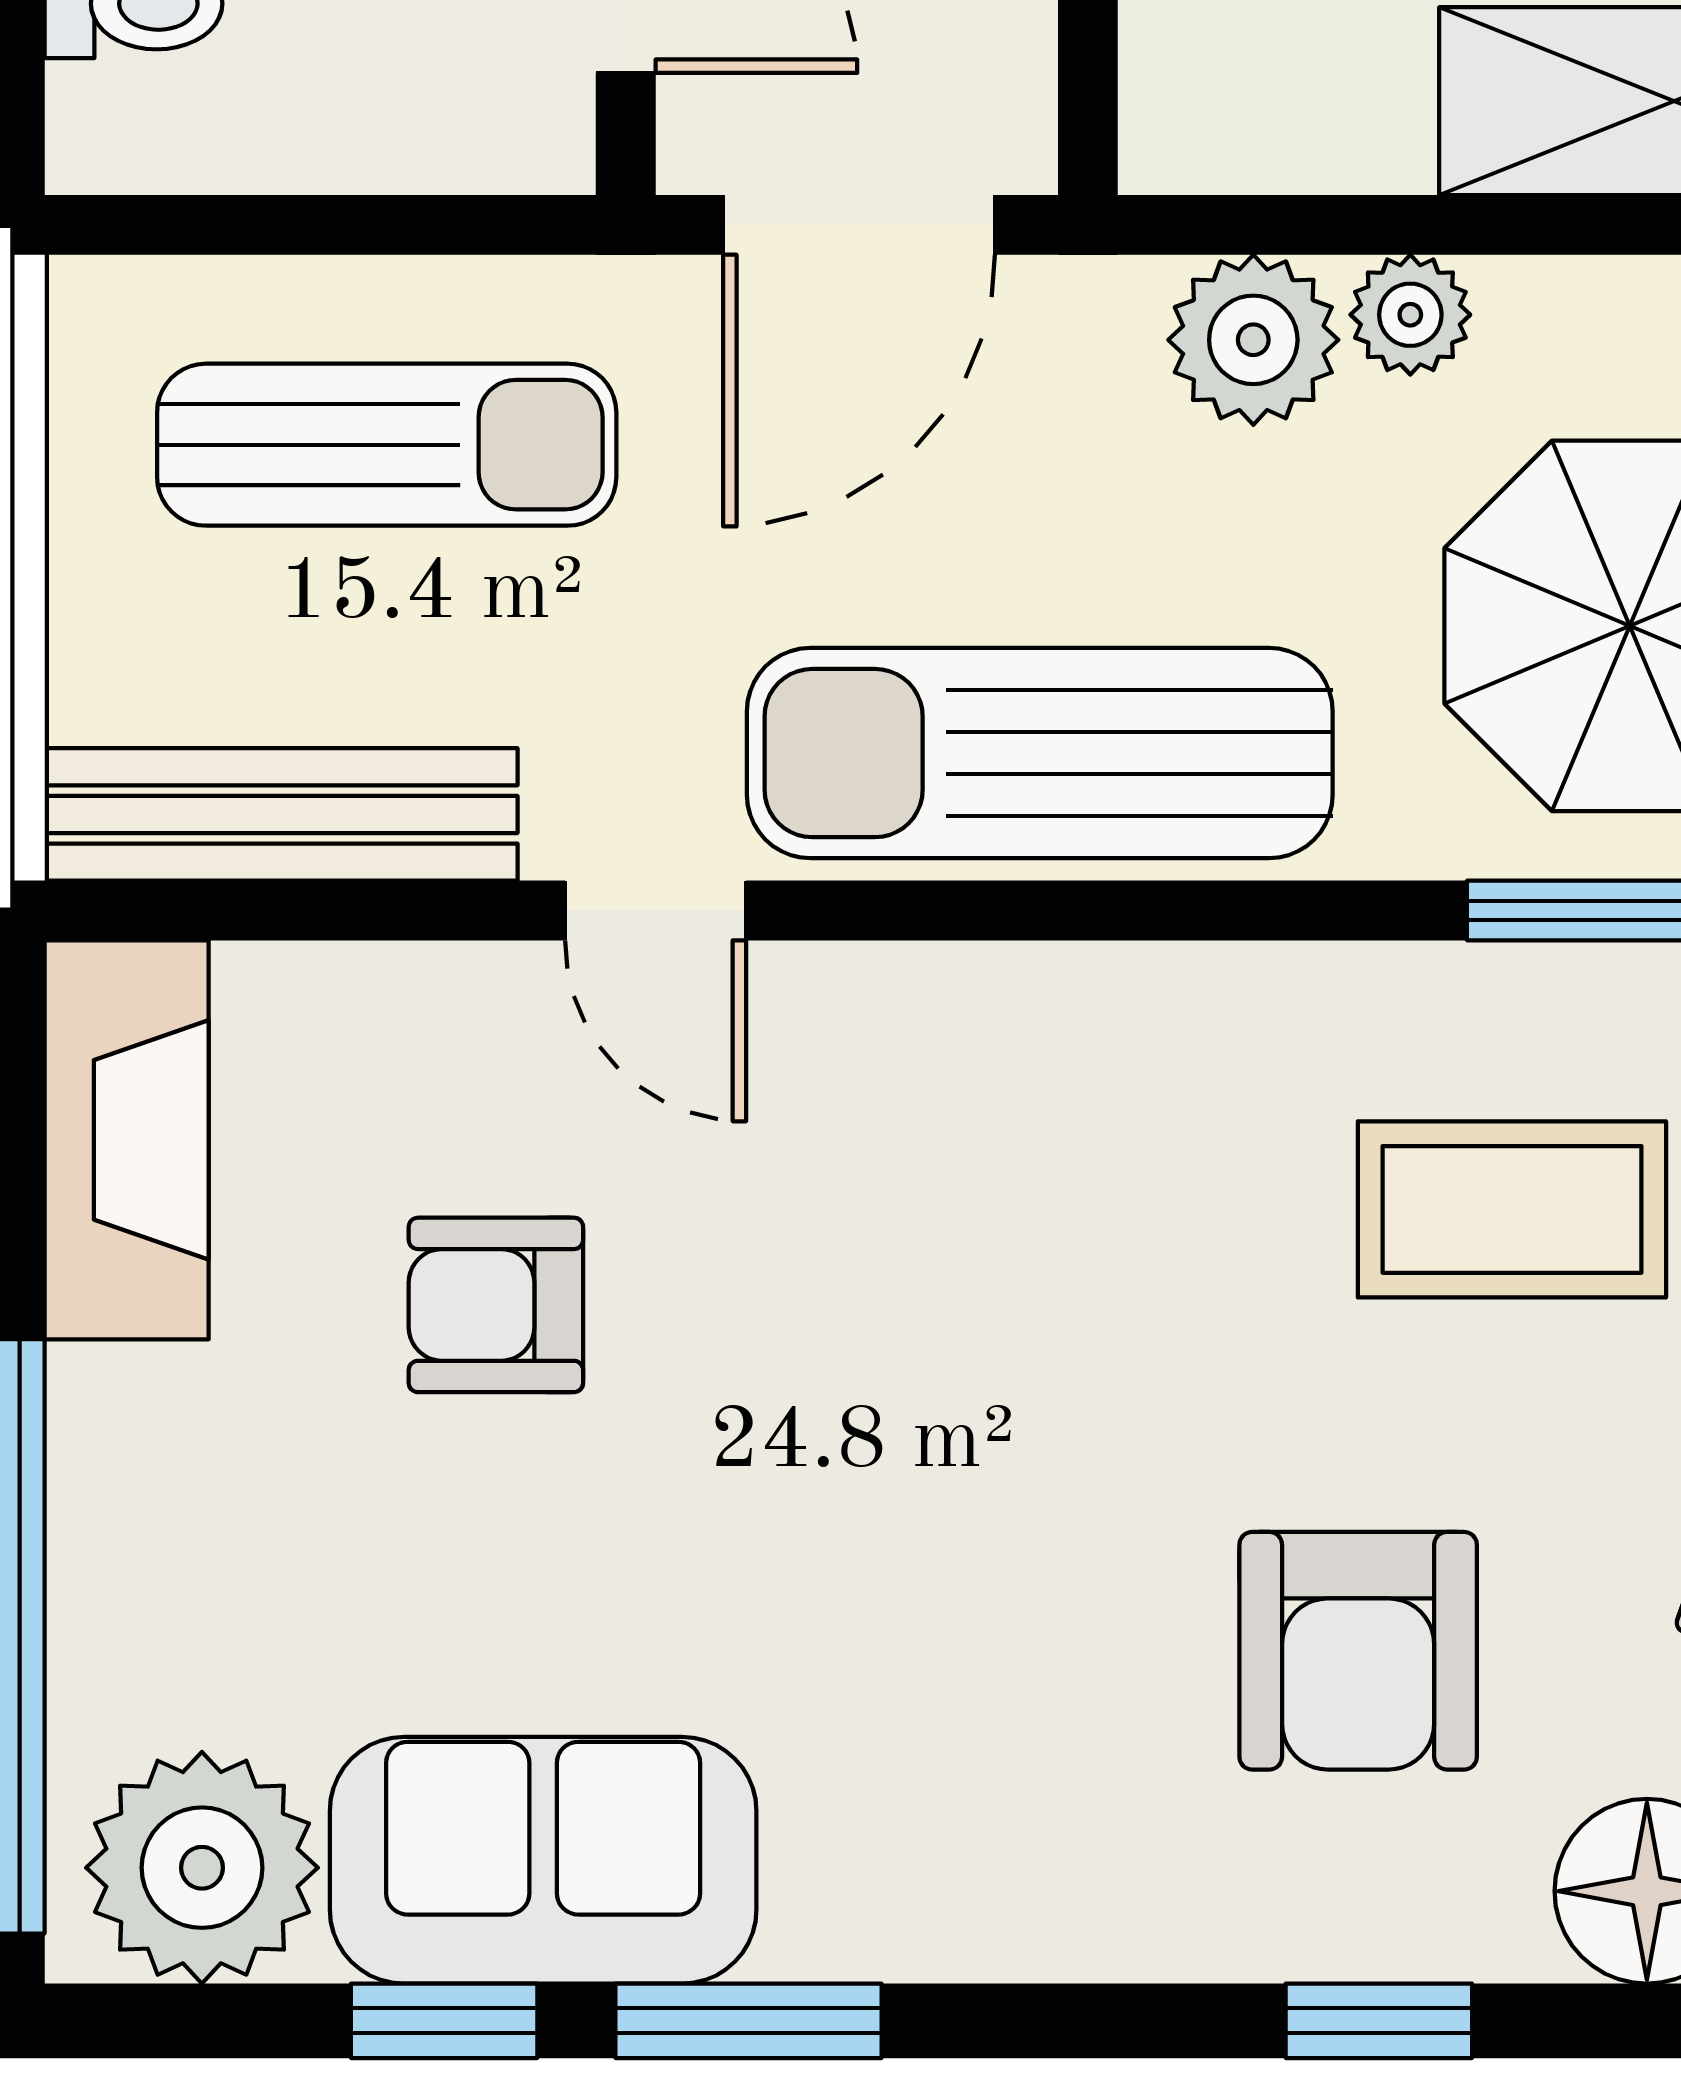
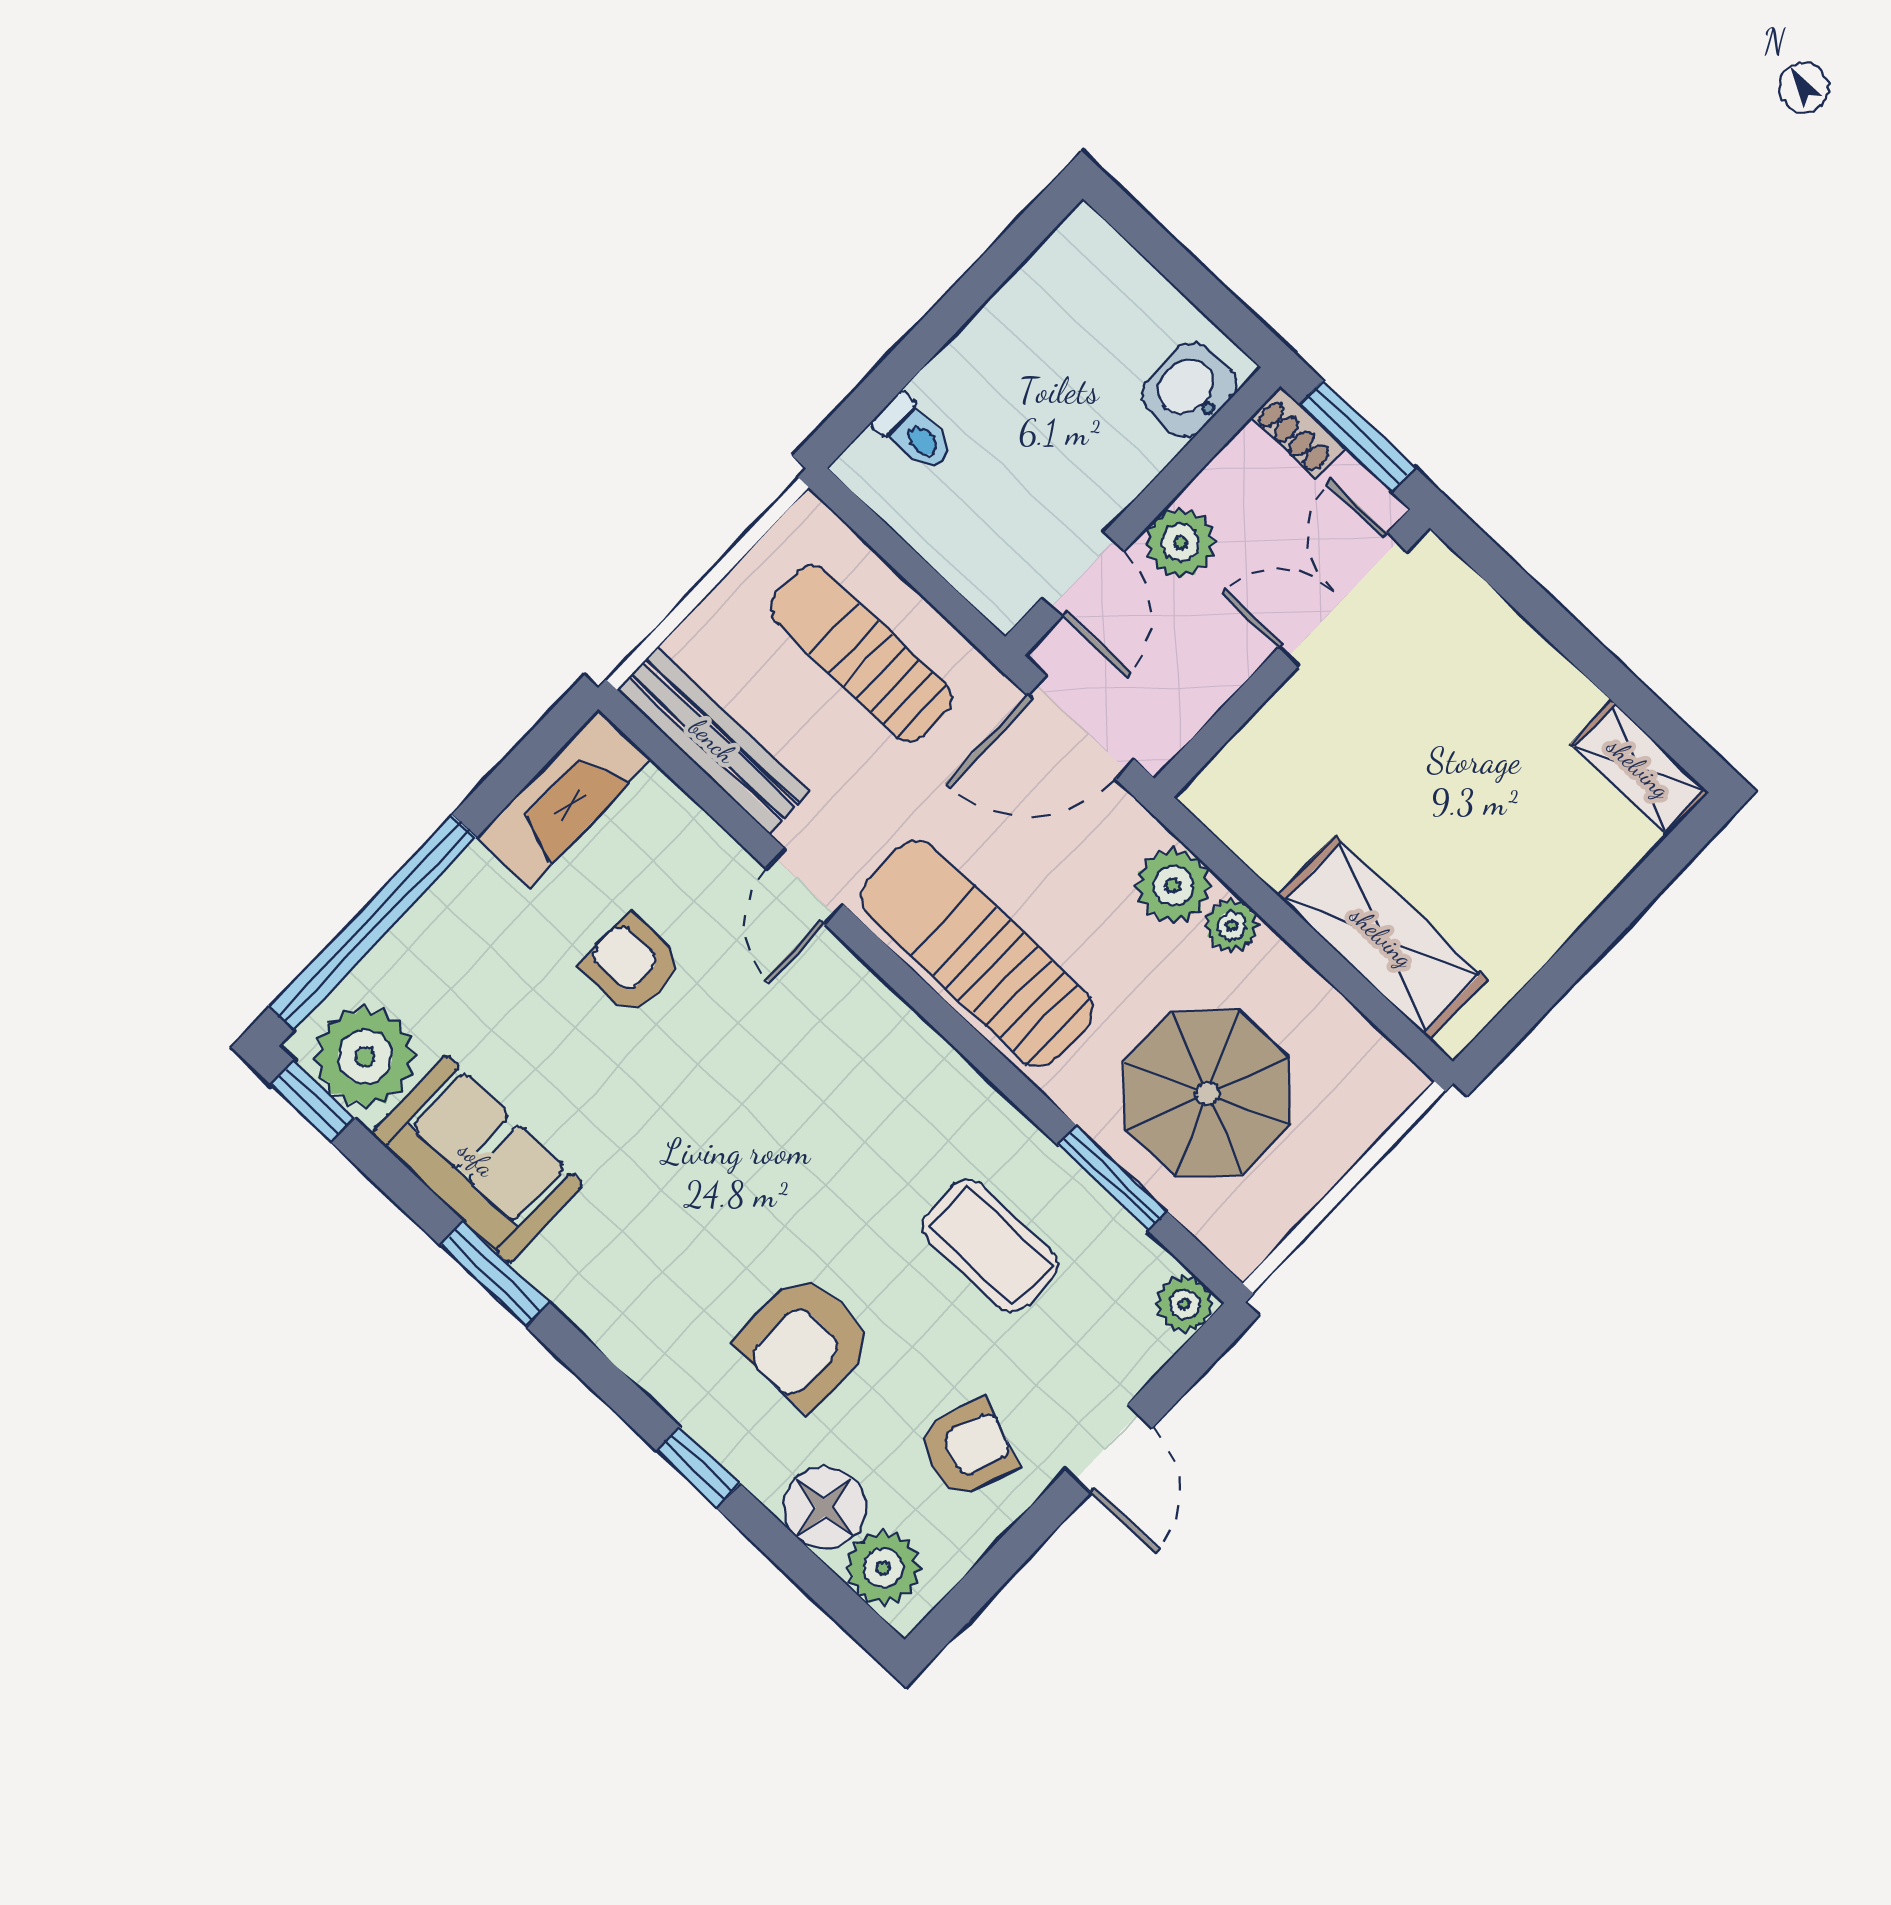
sun lounger: (387, 445) -> (861, 654), turned 180
window: (444, 2021) -> (313, 1102), moved

